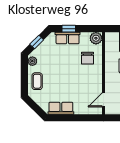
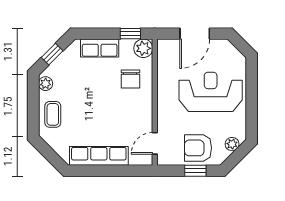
window: (69, 29) -> (130, 34), moved
row of seats: (61, 108) -> (99, 156), width x1.48

